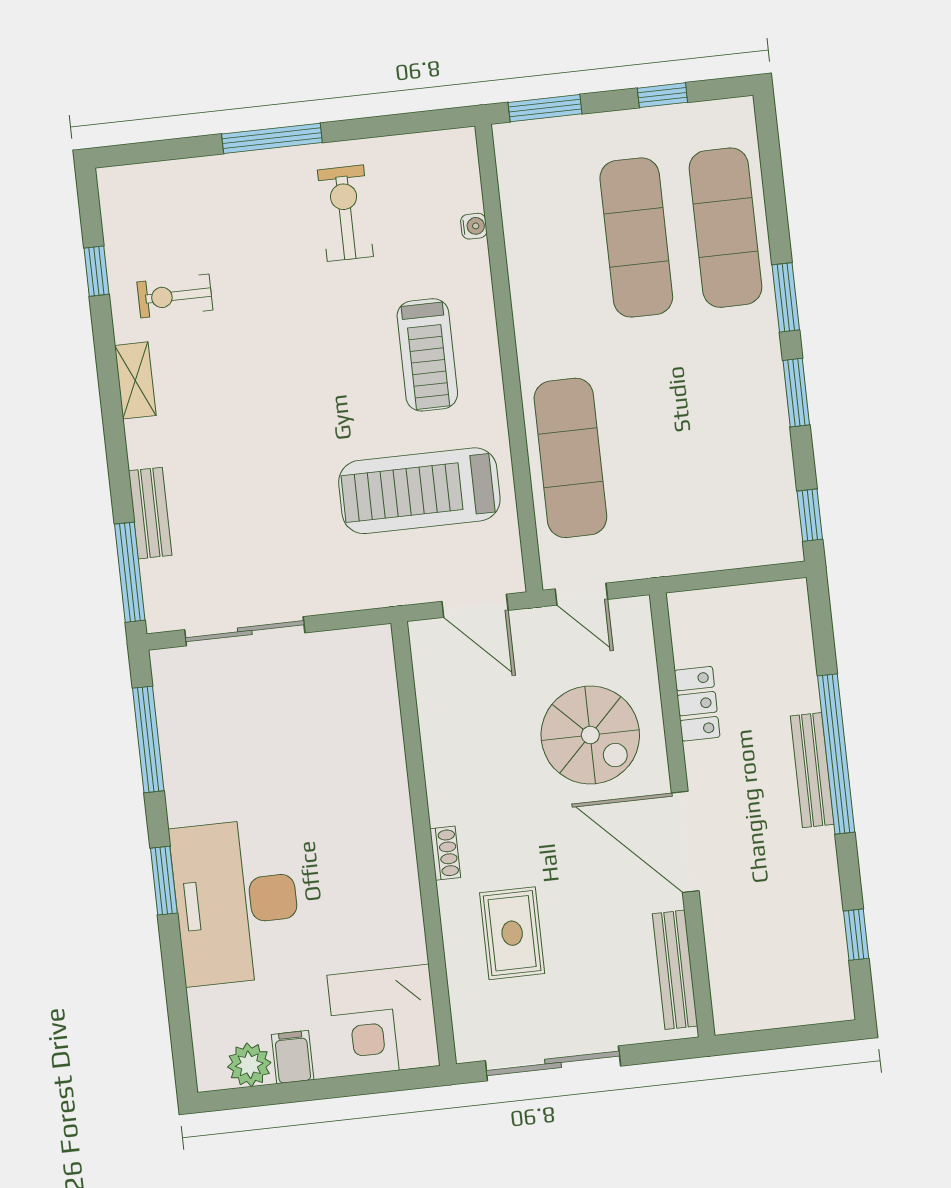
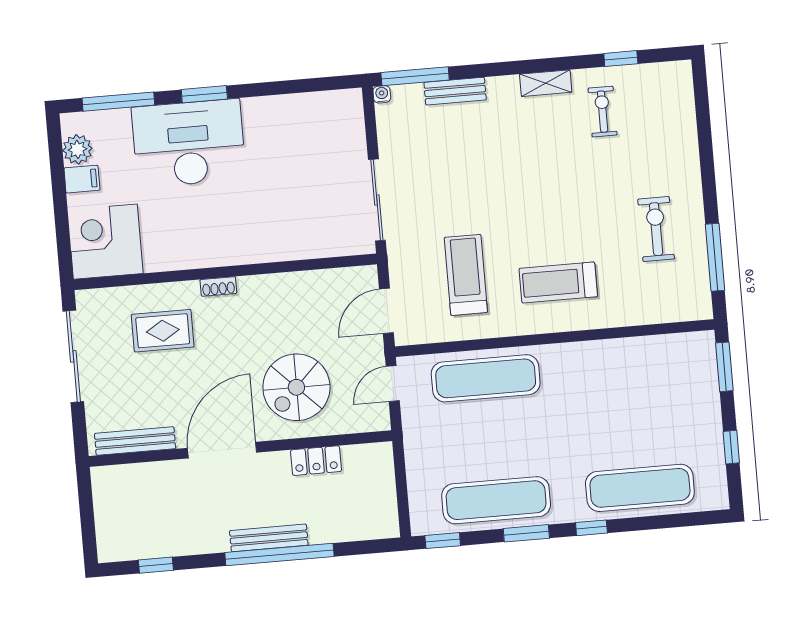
window: (272, 138) -> (715, 257), moved
exercise bike: (345, 213) -> (656, 229), turned -90
water cooler: (474, 226) -> (382, 94), moved, turned 180
exercise mat: (636, 237) -> (496, 500), moved
window: (786, 297) -> (591, 528), width x0.67
treadmill: (419, 491) -> (466, 275), width x0.73, depth x0.73
sliding door: (245, 631) -> (377, 200), moved
window: (148, 739) -> (118, 102), moved

